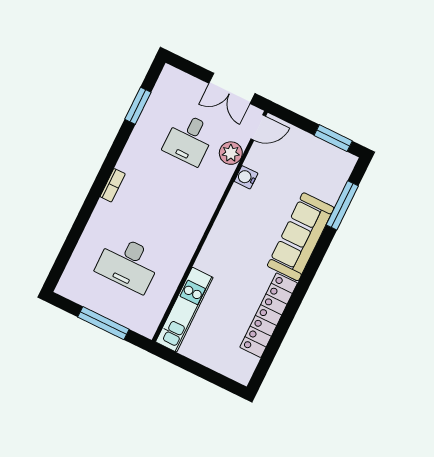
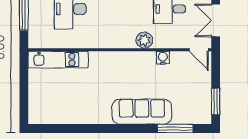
plant: (231, 153) -> (144, 40), moved
locker: (269, 315) -> (81, 116), removed

